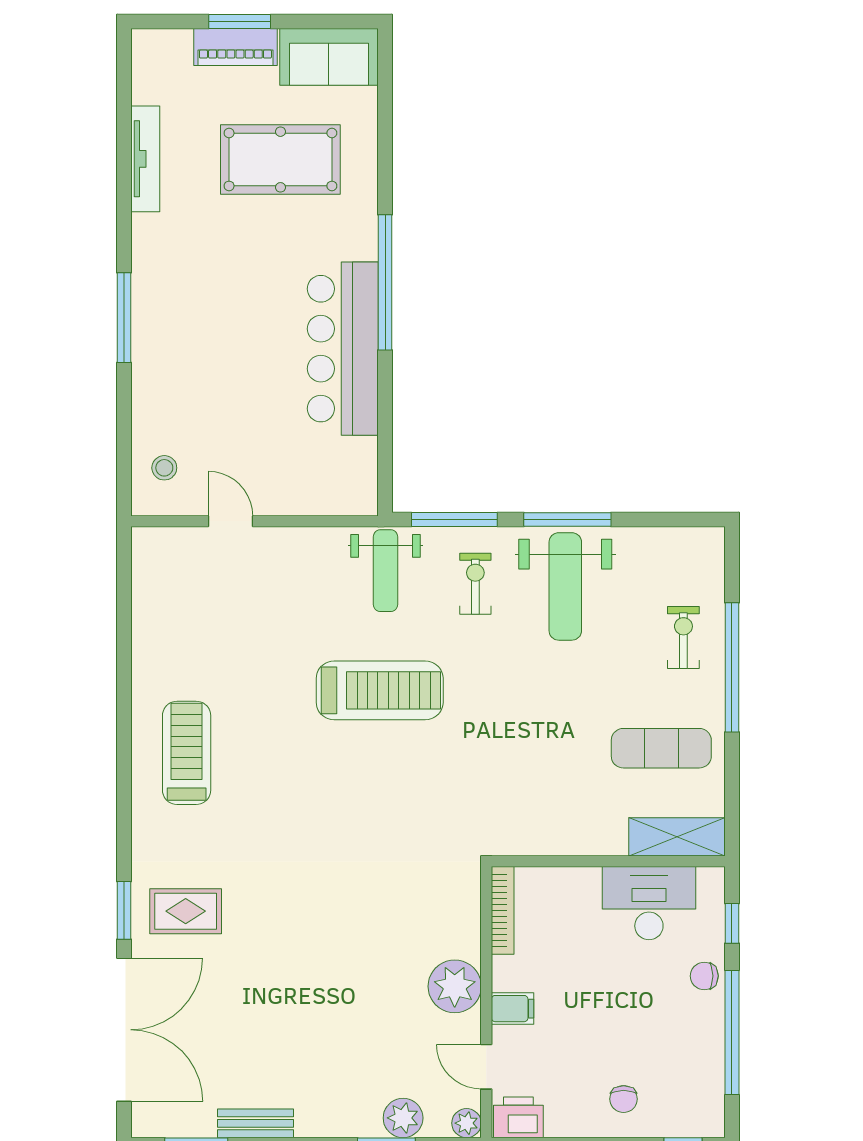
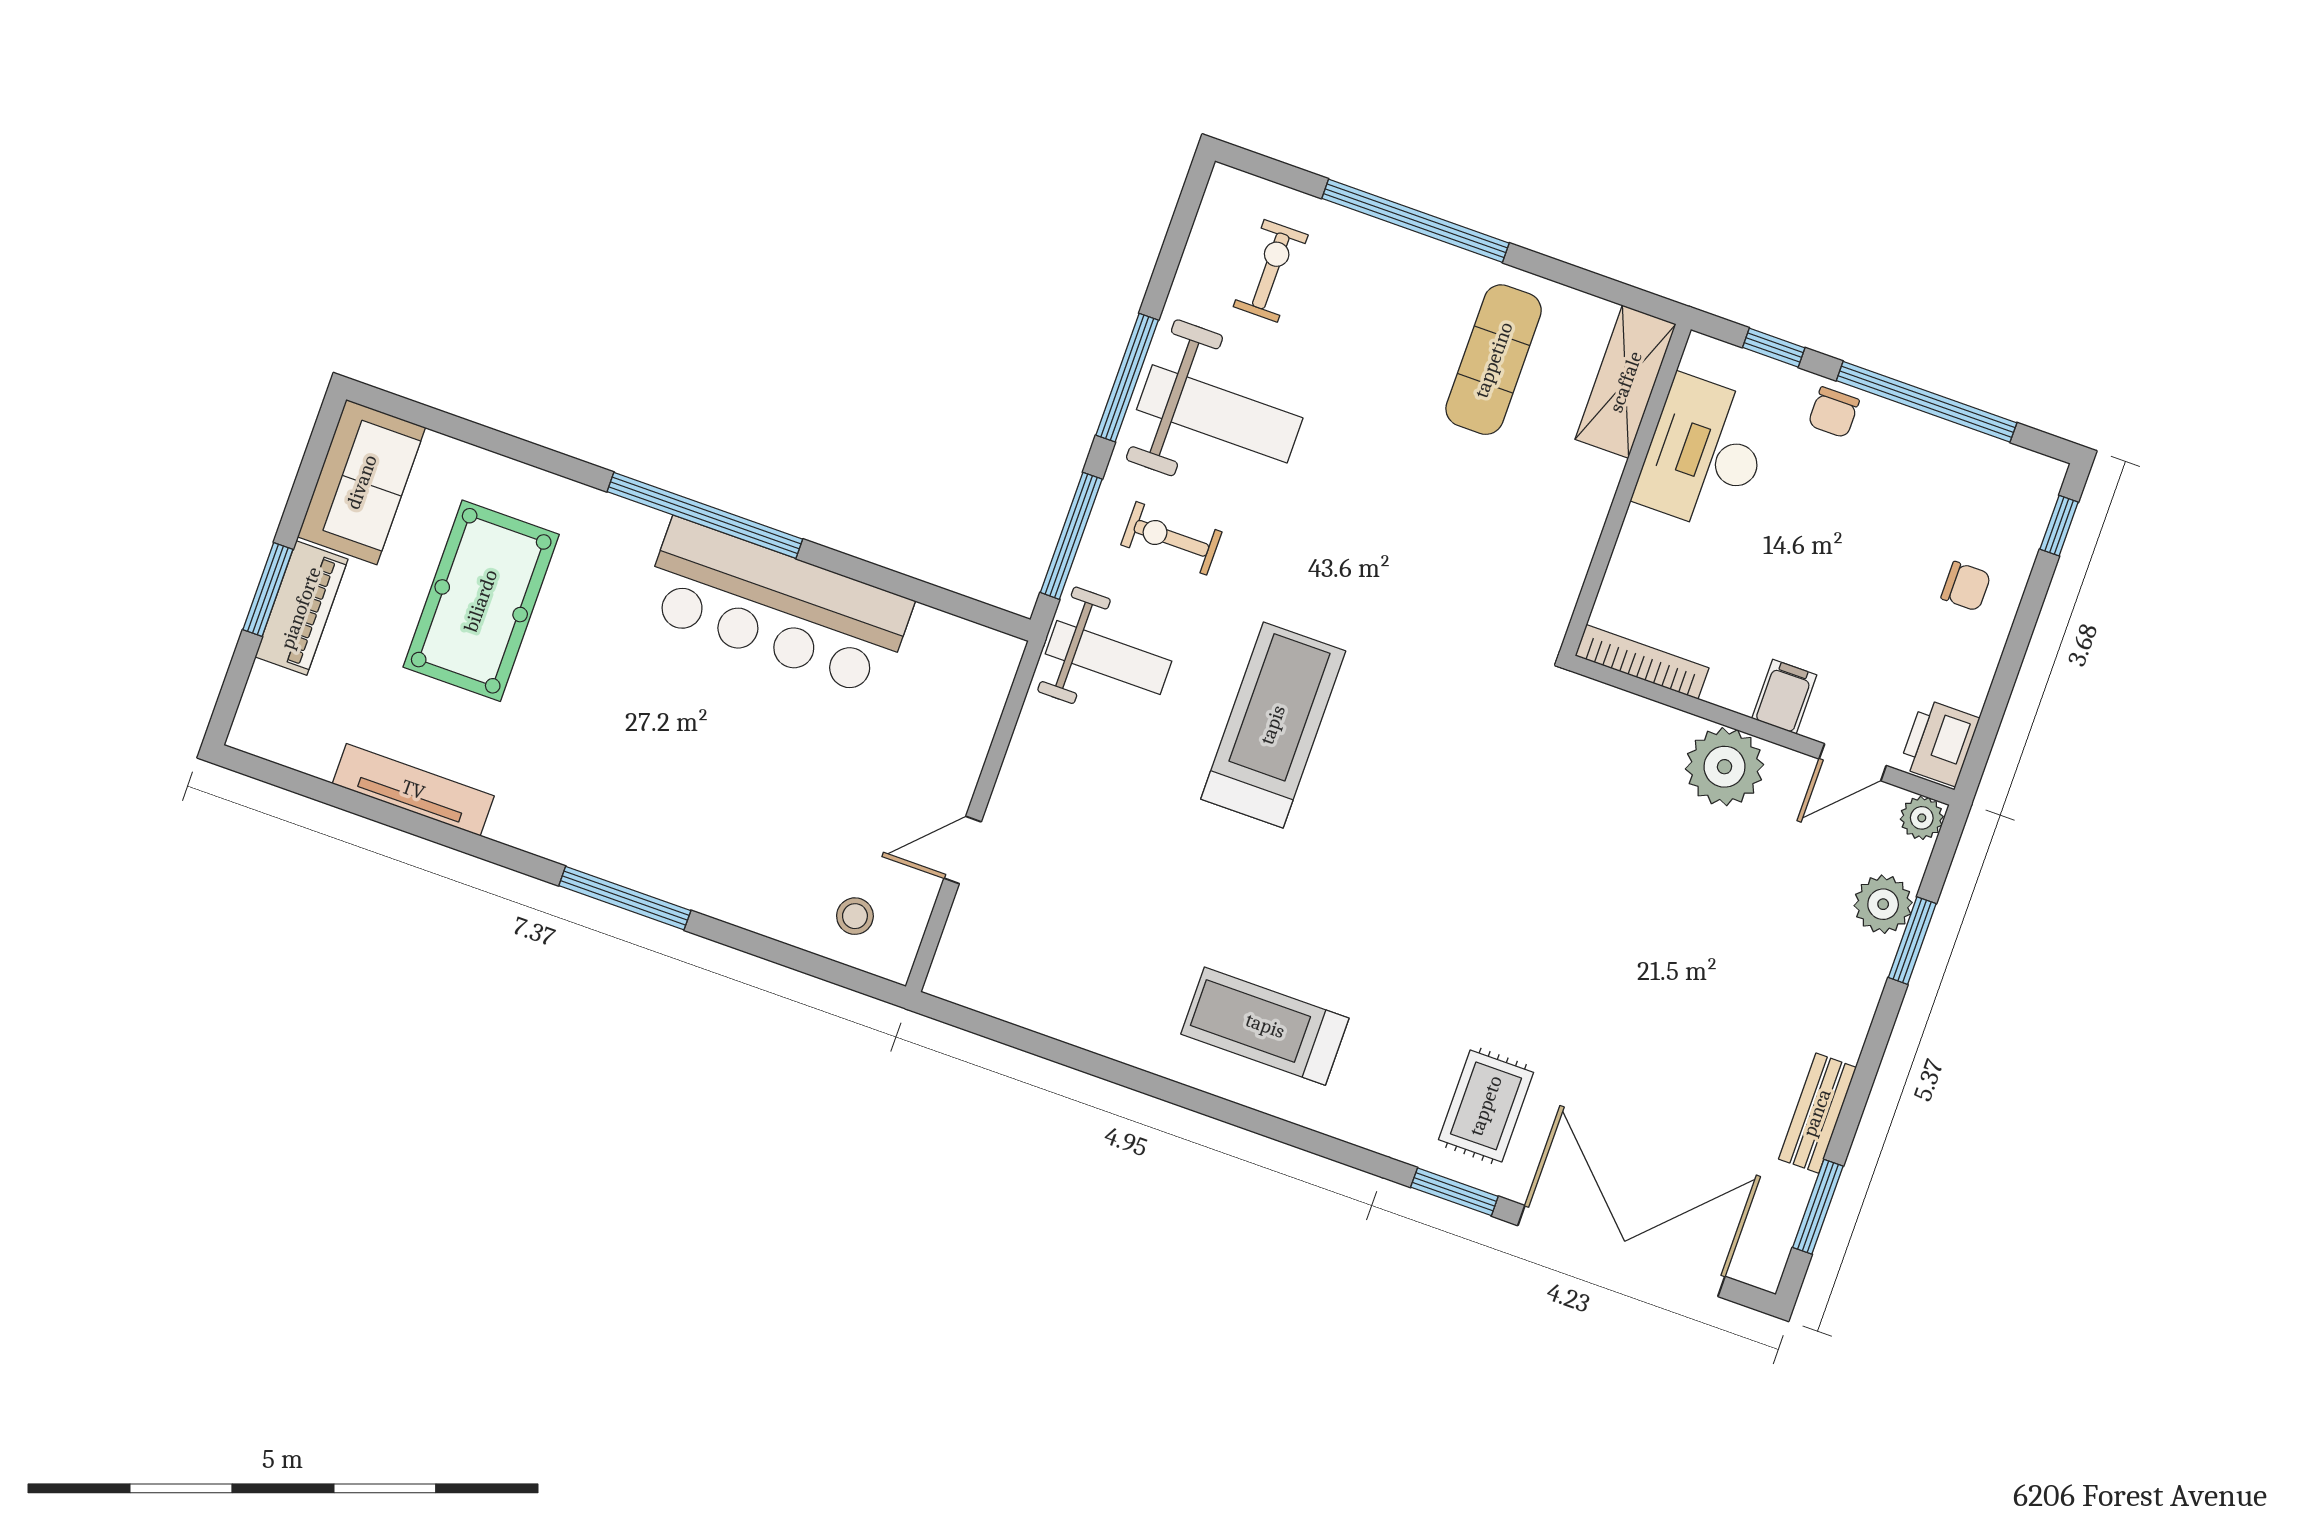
exercise bike: (683, 638) -> (1271, 271), moved, turned 90

